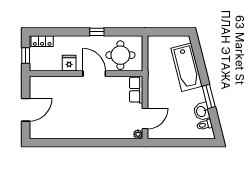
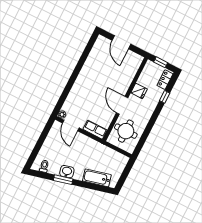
window: (97, 32) -> (165, 97), moved
bathtub: (187, 67) -> (97, 178), width x0.73, depth x0.73
door: (94, 74) -> (122, 105), swing flipped
washbasin: (201, 111) -> (67, 172), moved

